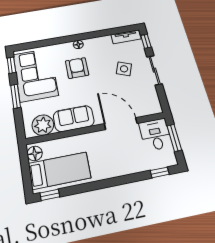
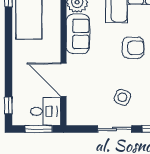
door: (121, 124) -> (64, 80), swing flipped

